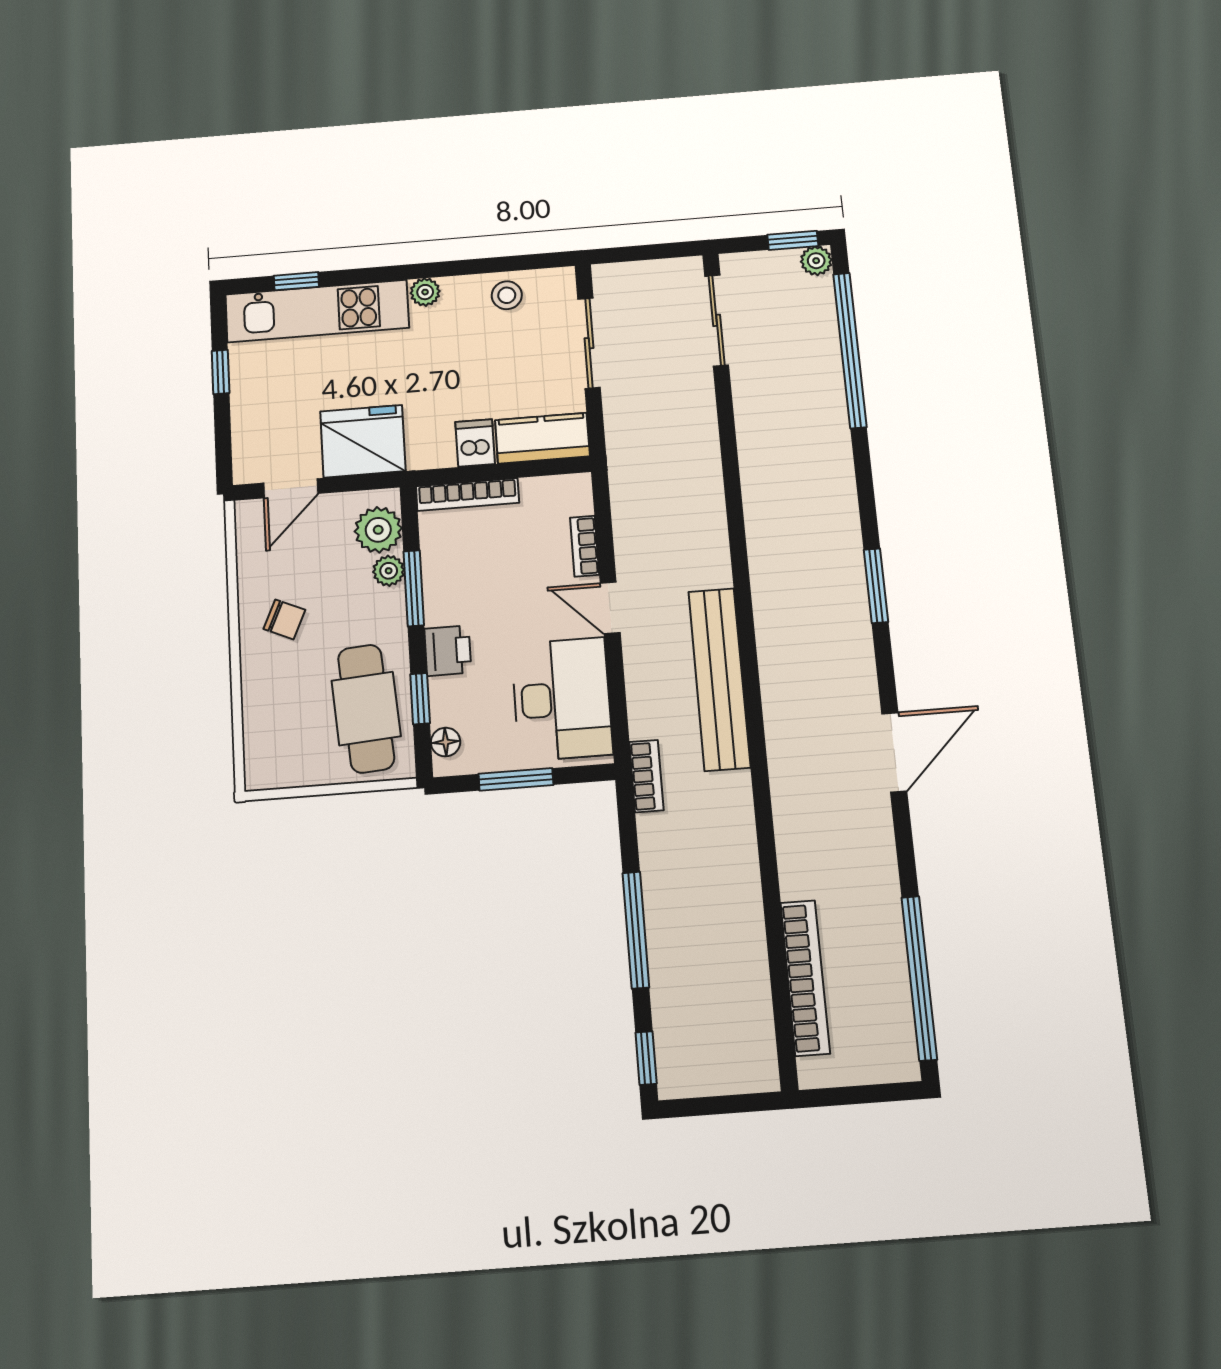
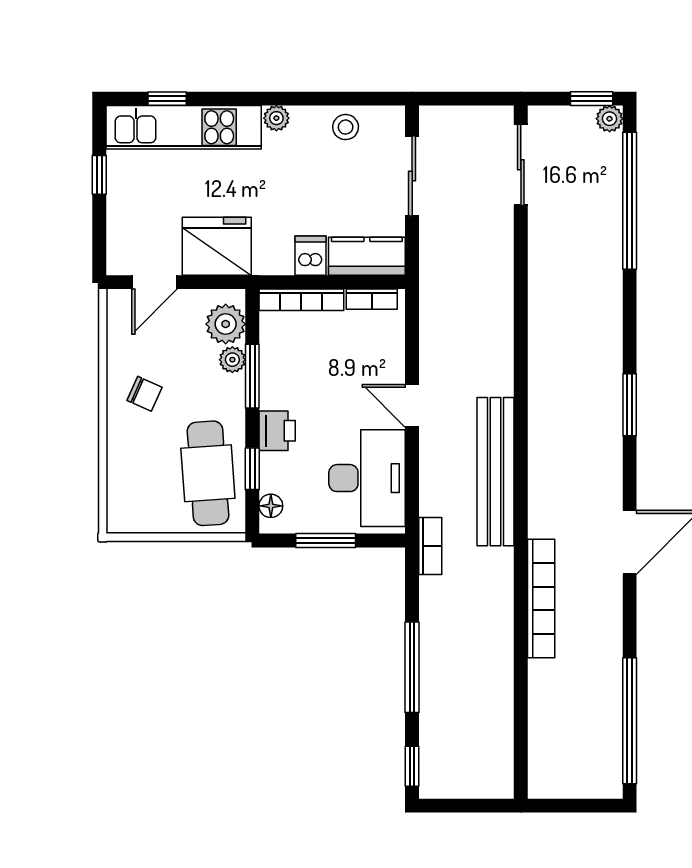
bookcase: (585, 546) -> (372, 299), moved, turned -90
bookcase: (805, 978) -> (541, 599), moved

